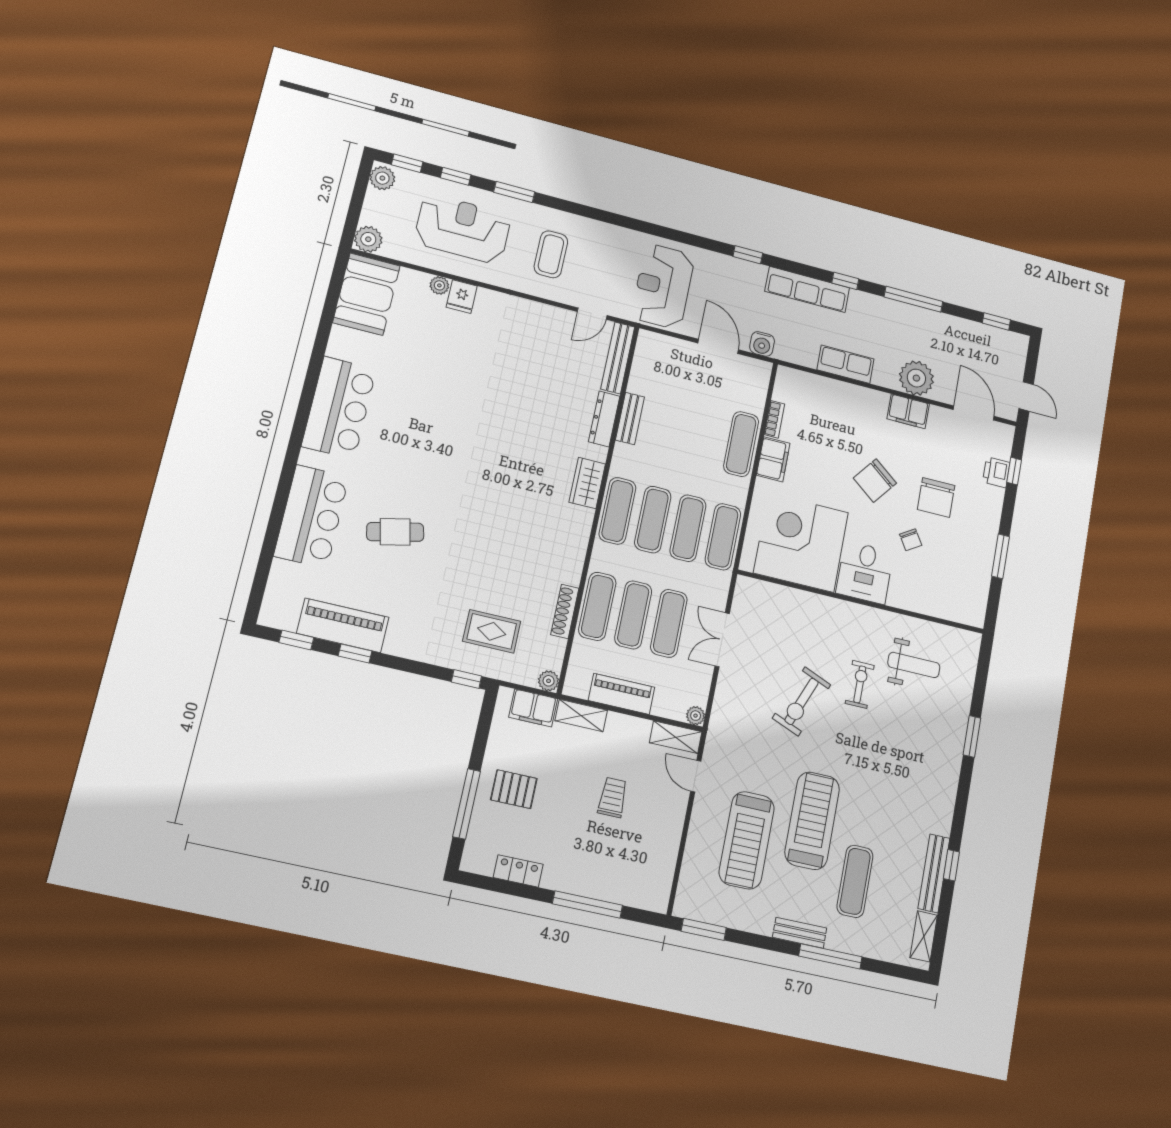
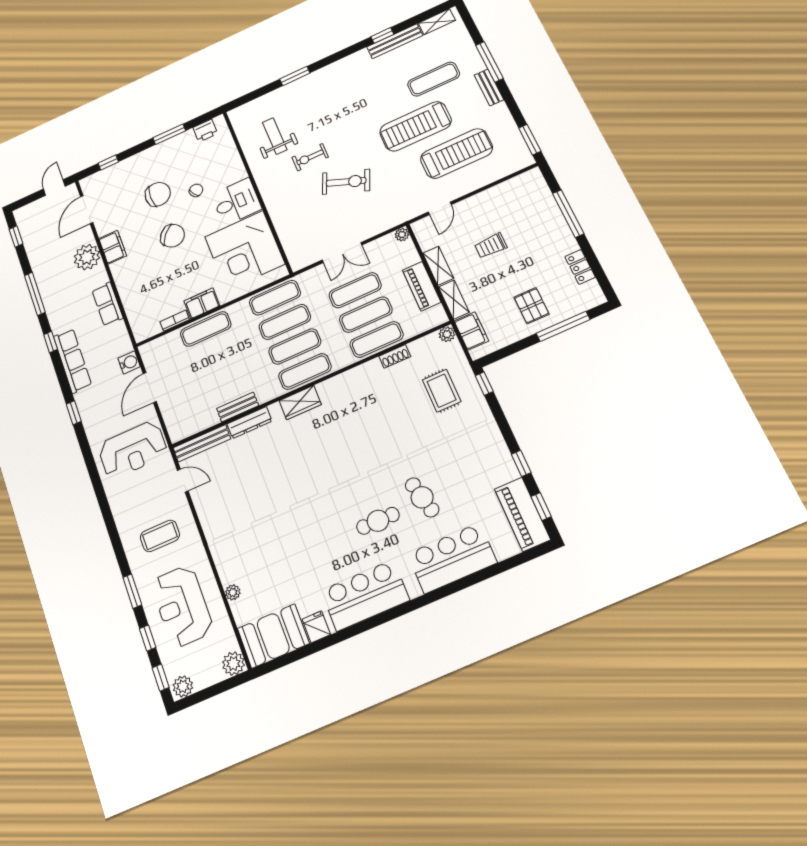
fridge: (462, 297) -> (316, 627), moved, turned -90
cafe table: (404, 472) -> (378, 521), added
printer: (996, 472) -> (205, 131), moved
shoe rack: (565, 611) -> (395, 356), width x0.70
piano: (343, 625) -> (522, 514), moved
shelving: (676, 737) -> (438, 266), moved

